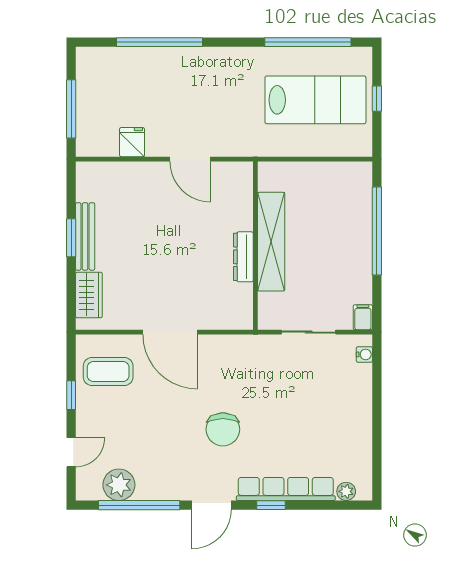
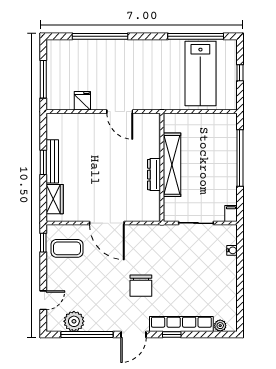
lab bench: (315, 100) -> (200, 74), turned 90
water cooler: (364, 354) -> (232, 250), moved
window: (71, 395) -> (43, 243), moved

